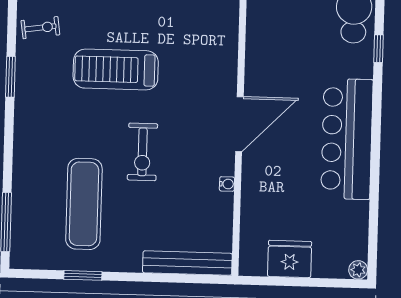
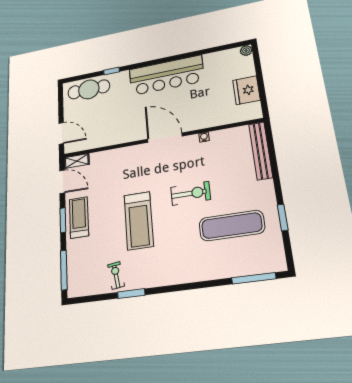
window: (10, 77) -> (131, 294), moved

